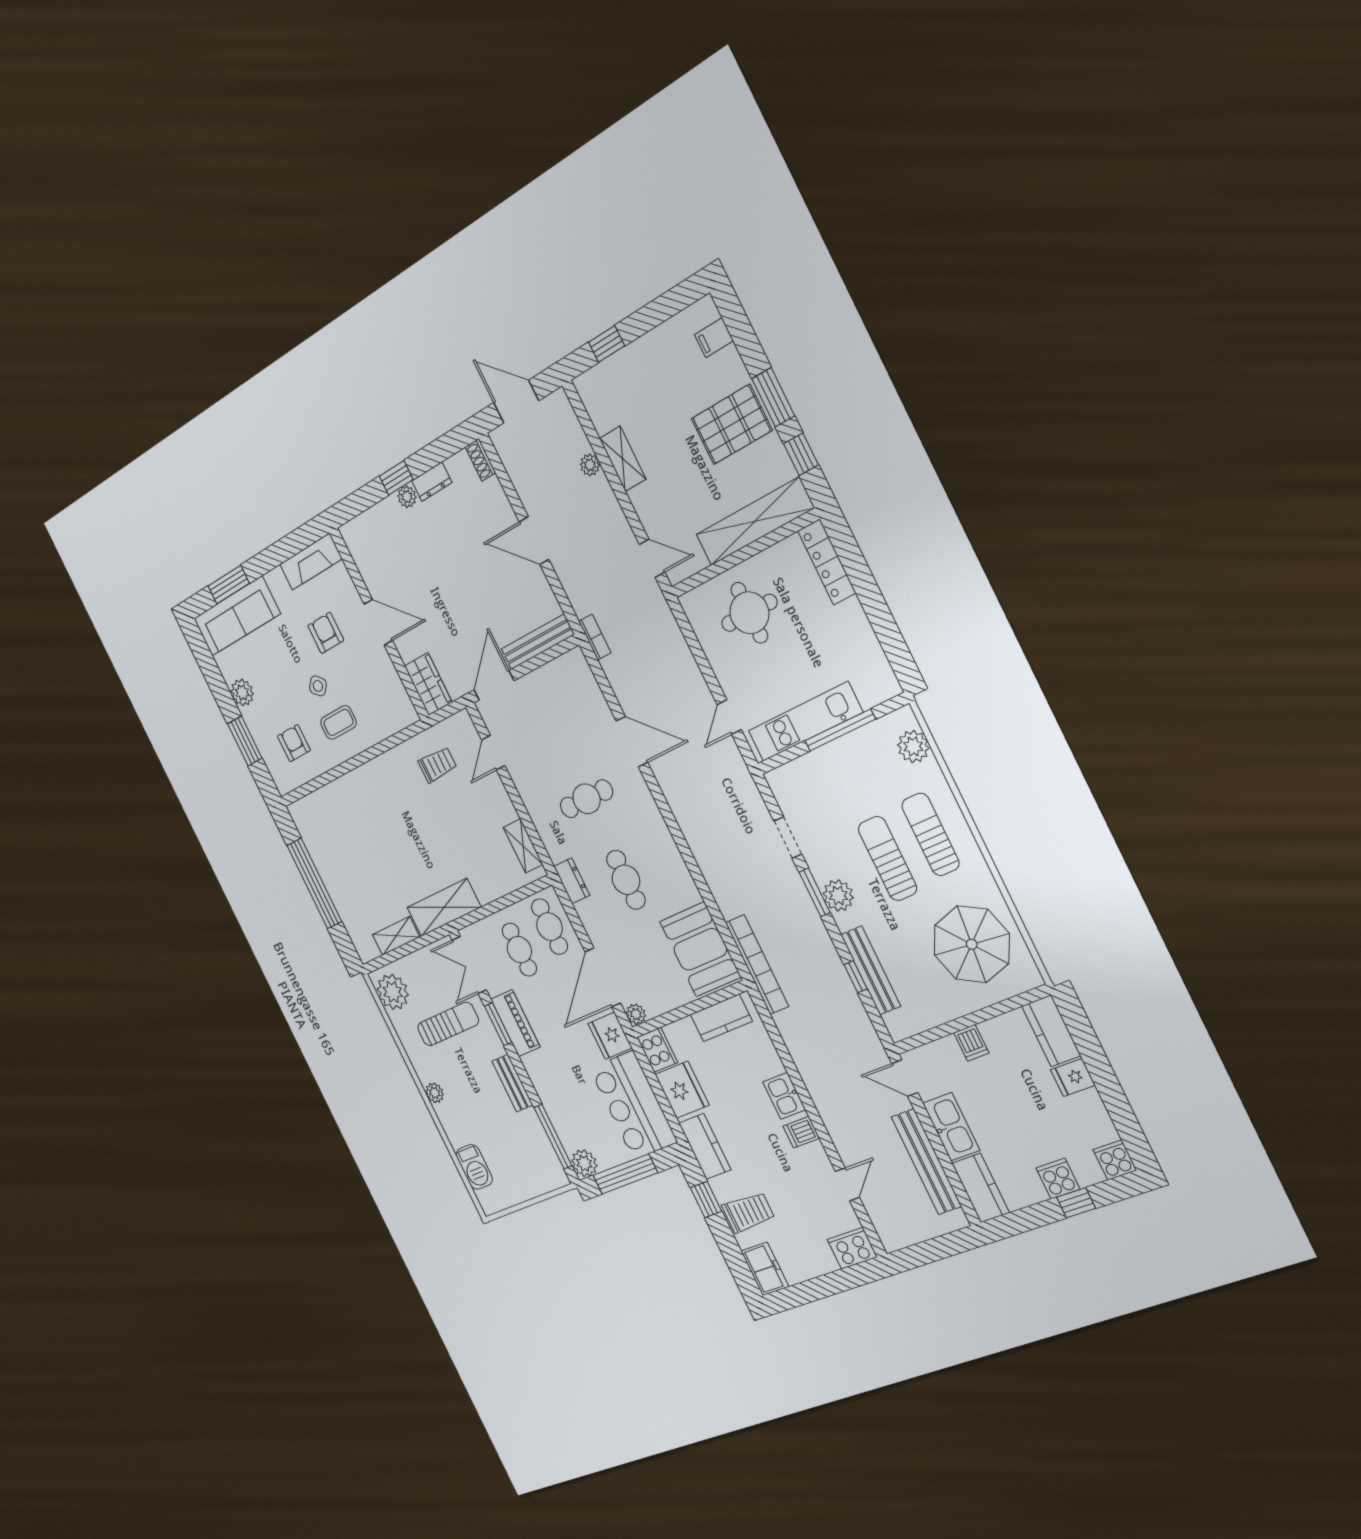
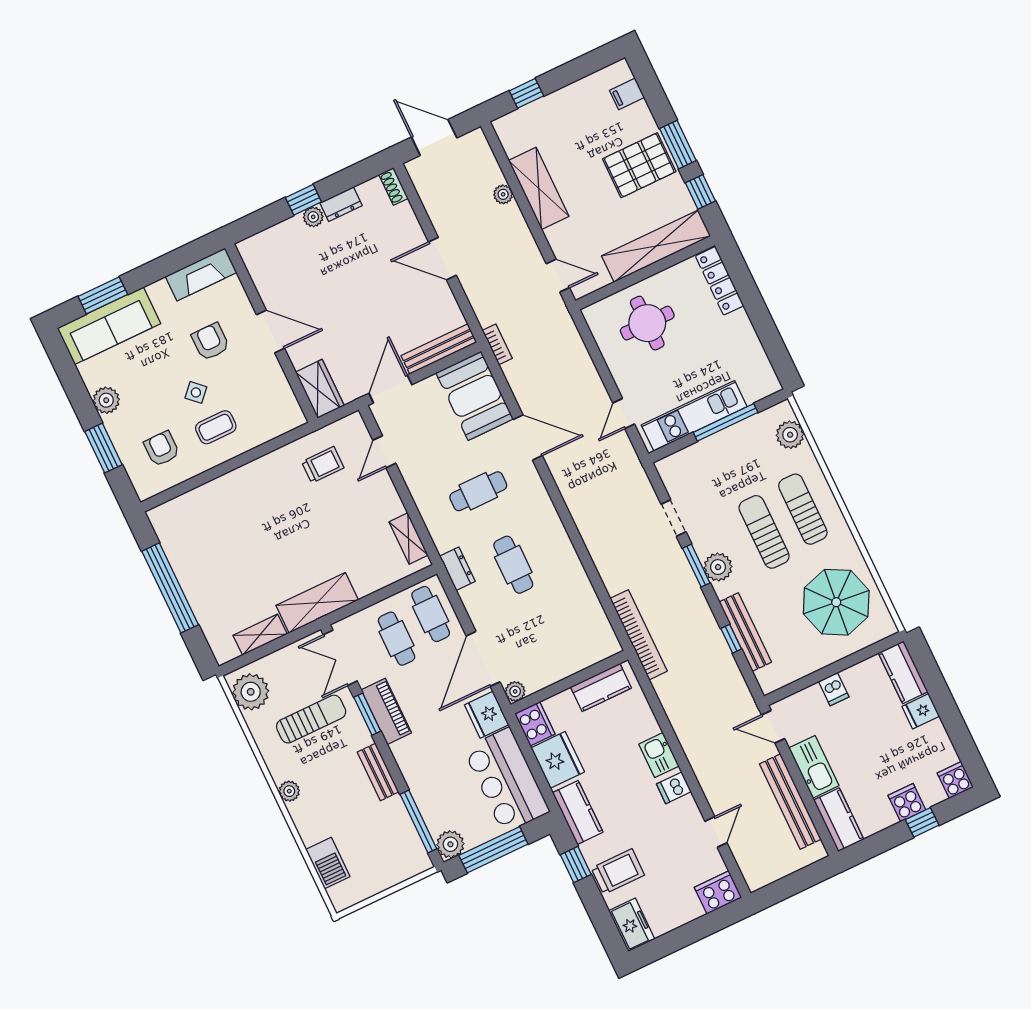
shelving: (623, 459) -> (539, 188), width x1.50, depth x1.33
booth: (700, 949) -> (475, 396), moved

